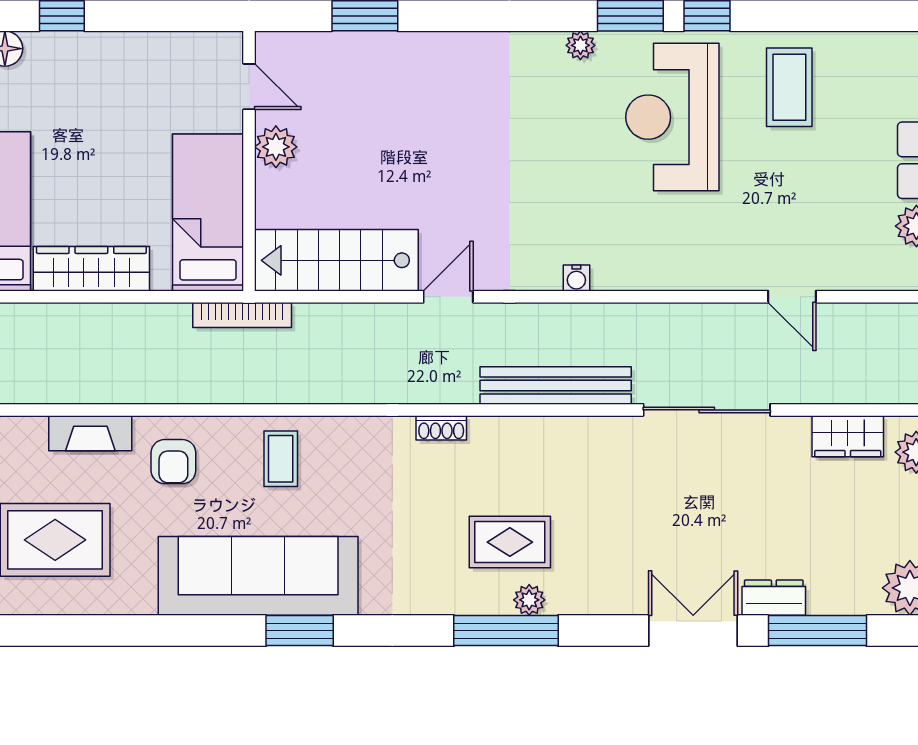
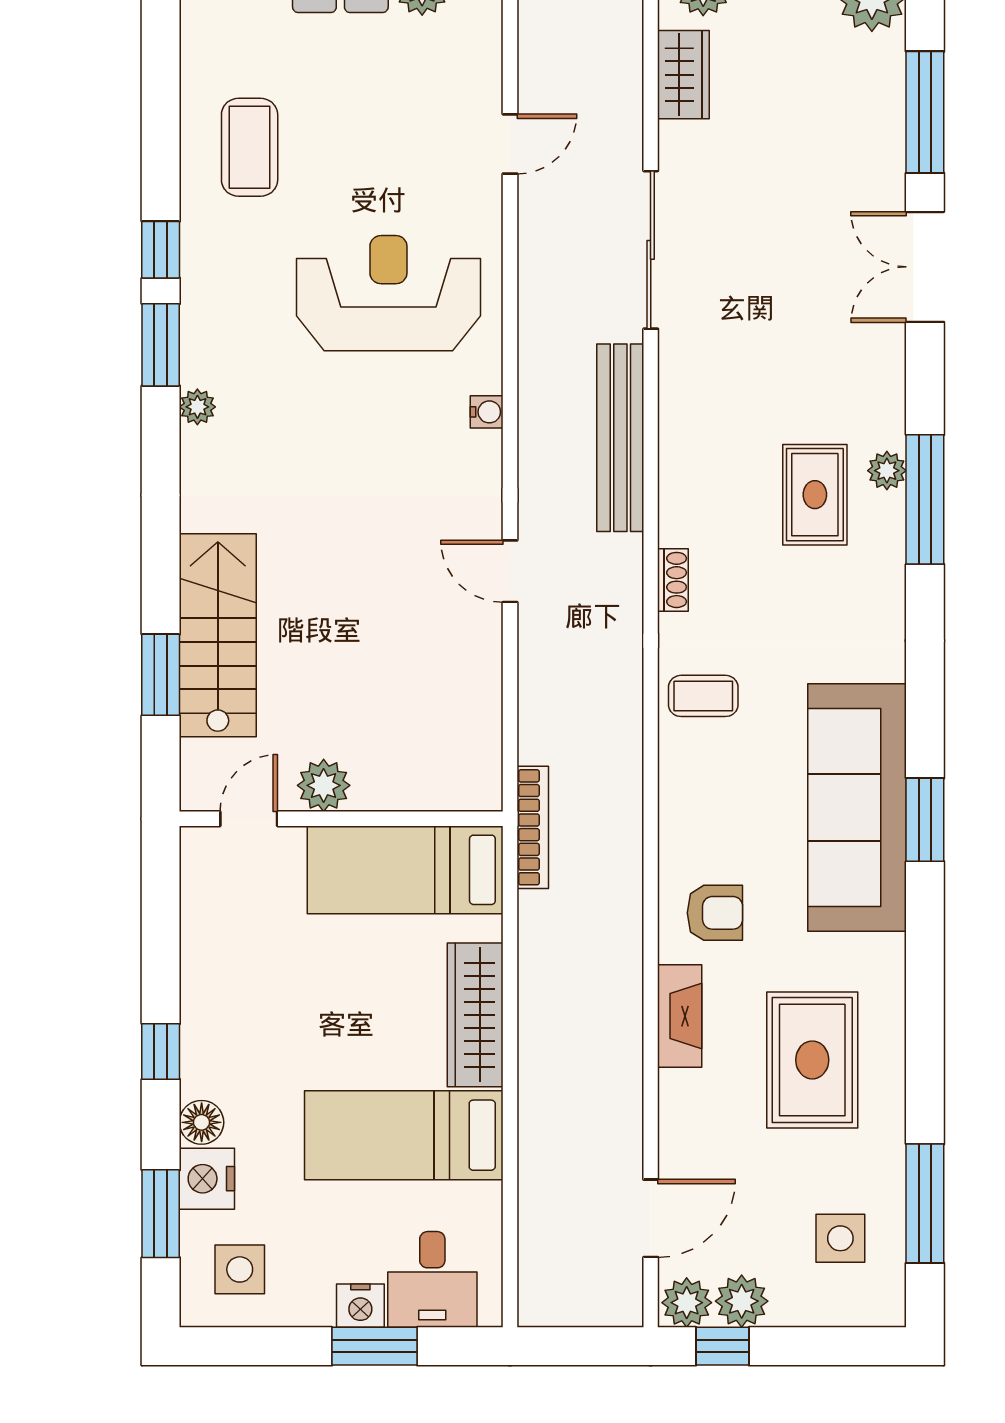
coffee table: (789, 87) -> (250, 147), turned 90
reception desk: (672, 117) -> (388, 293), moved, turned 180
stairs: (336, 260) -> (218, 635), moved, turned 180
coffee table: (281, 459) -> (703, 696), moved
dresser: (774, 598) -> (884, 167), removed
window: (300, 631) -> (925, 820), moved

